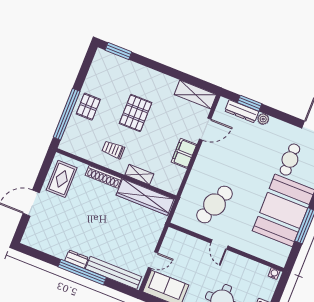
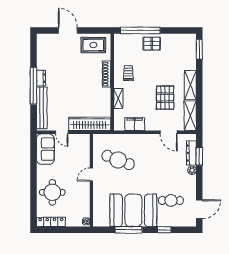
shelving: (158, 80) -> (190, 85), added
pallet: (136, 113) -> (165, 98), moved, turned 90
filing cabinet: (184, 153) -> (135, 124), moved
wardrobe: (145, 197) -> (90, 124), moved, turned 90

